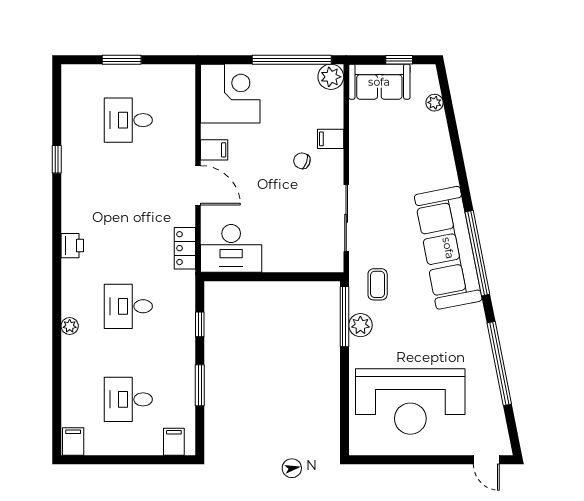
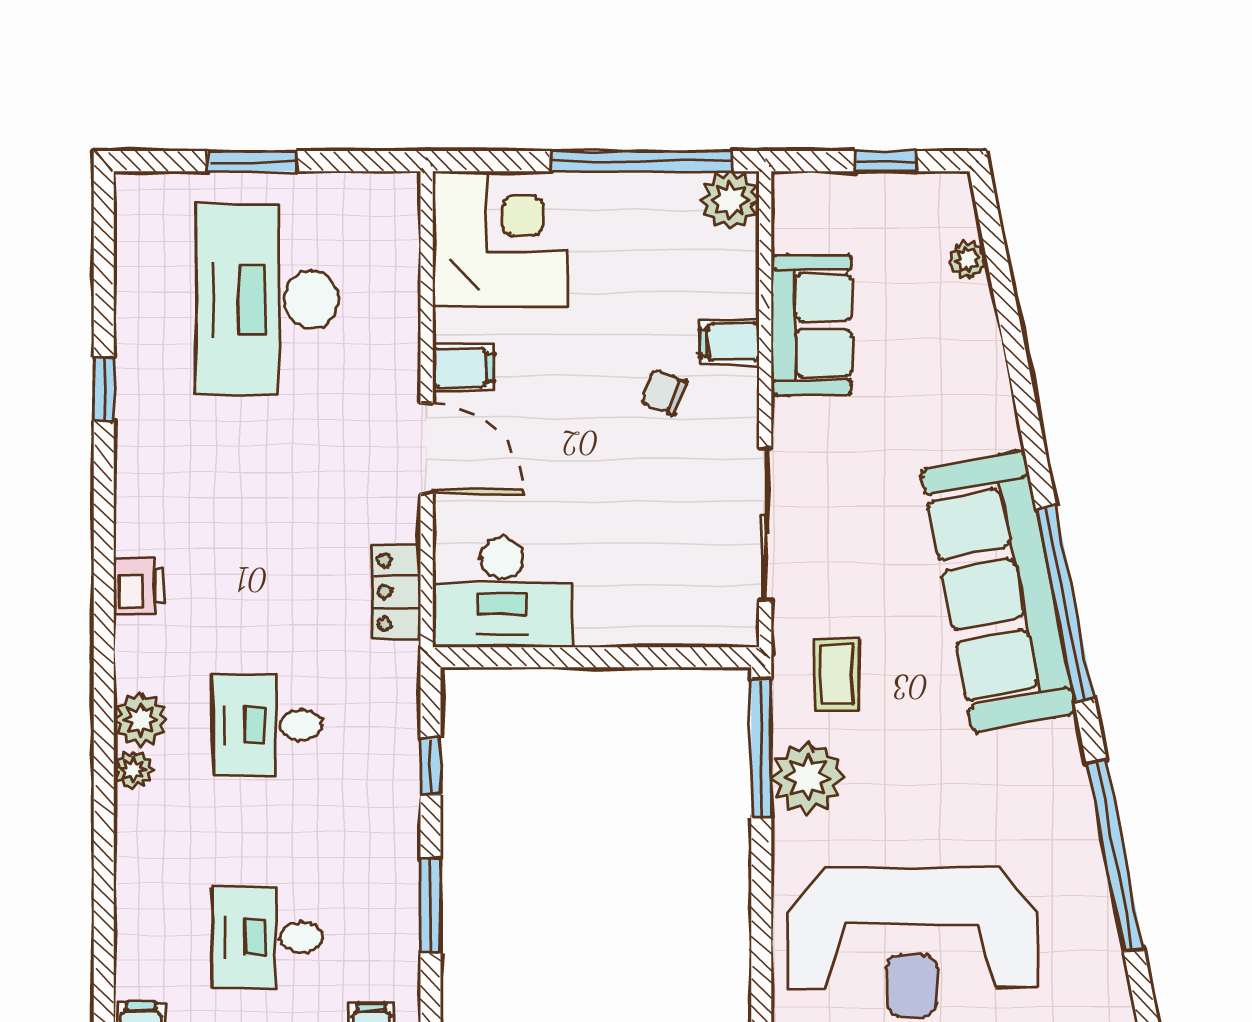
sofa: (379, 82) -> (812, 325), moved, turned -90
desk: (128, 120) -> (267, 299), width x1.87, depth x1.30
plant: (73, 304) -> (141, 720), added
plant: (360, 325) -> (808, 778), width x1.36, depth x1.36

